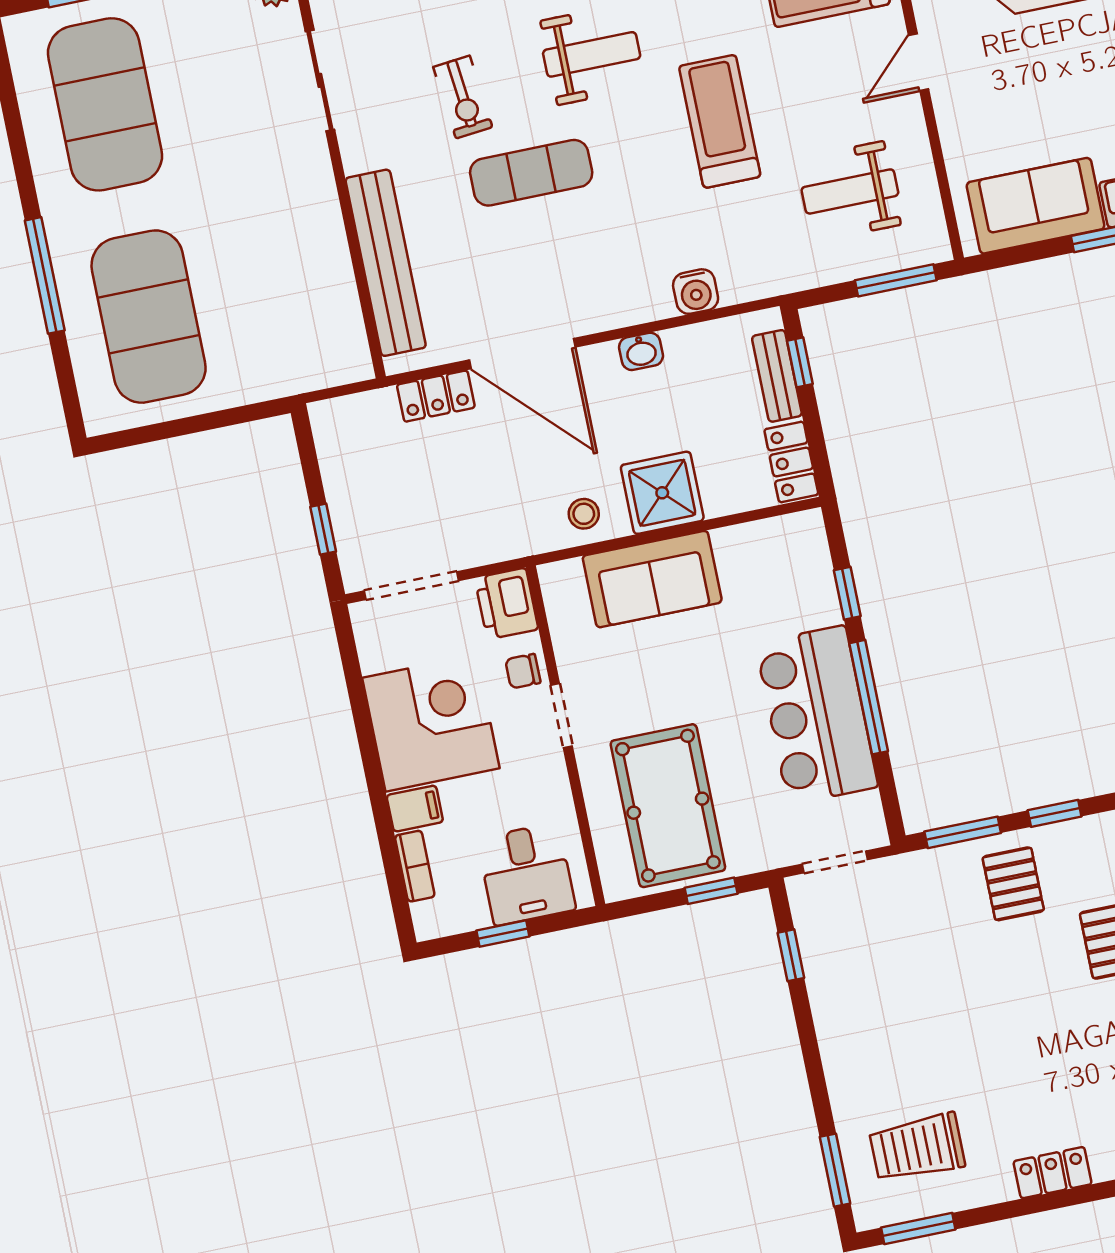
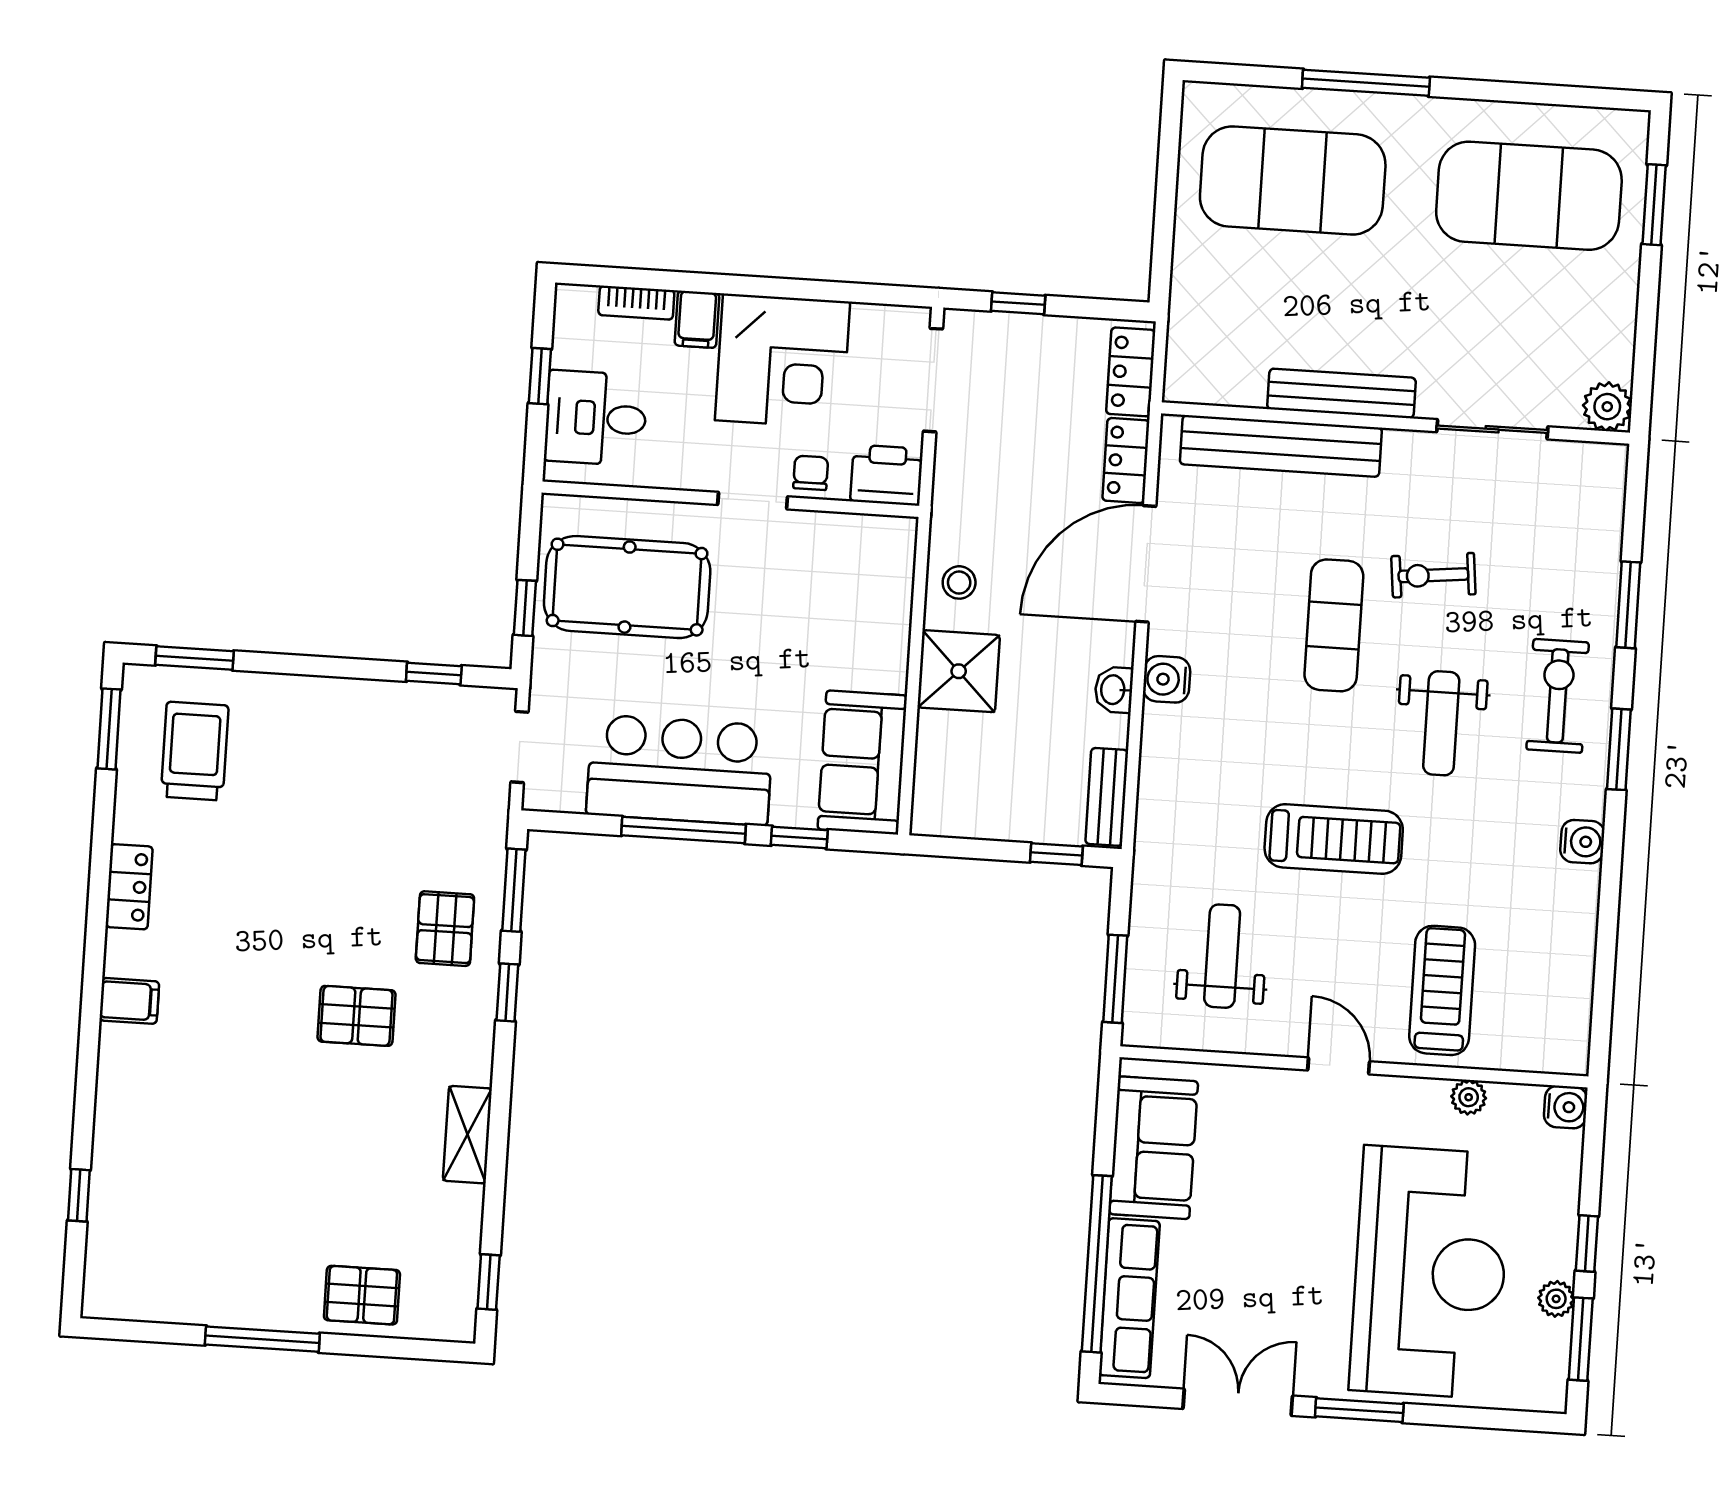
bench: (325, 222) -> (1342, 393), added
water cooler: (696, 292) -> (1167, 679), moved
bench: (777, 376) -> (1107, 797), moved, turned 90
locker: (791, 462) -> (1131, 372), moved, turned -90
sofa: (652, 579) -> (862, 762), moved
pallet: (1013, 884) -> (445, 929), turned 90

